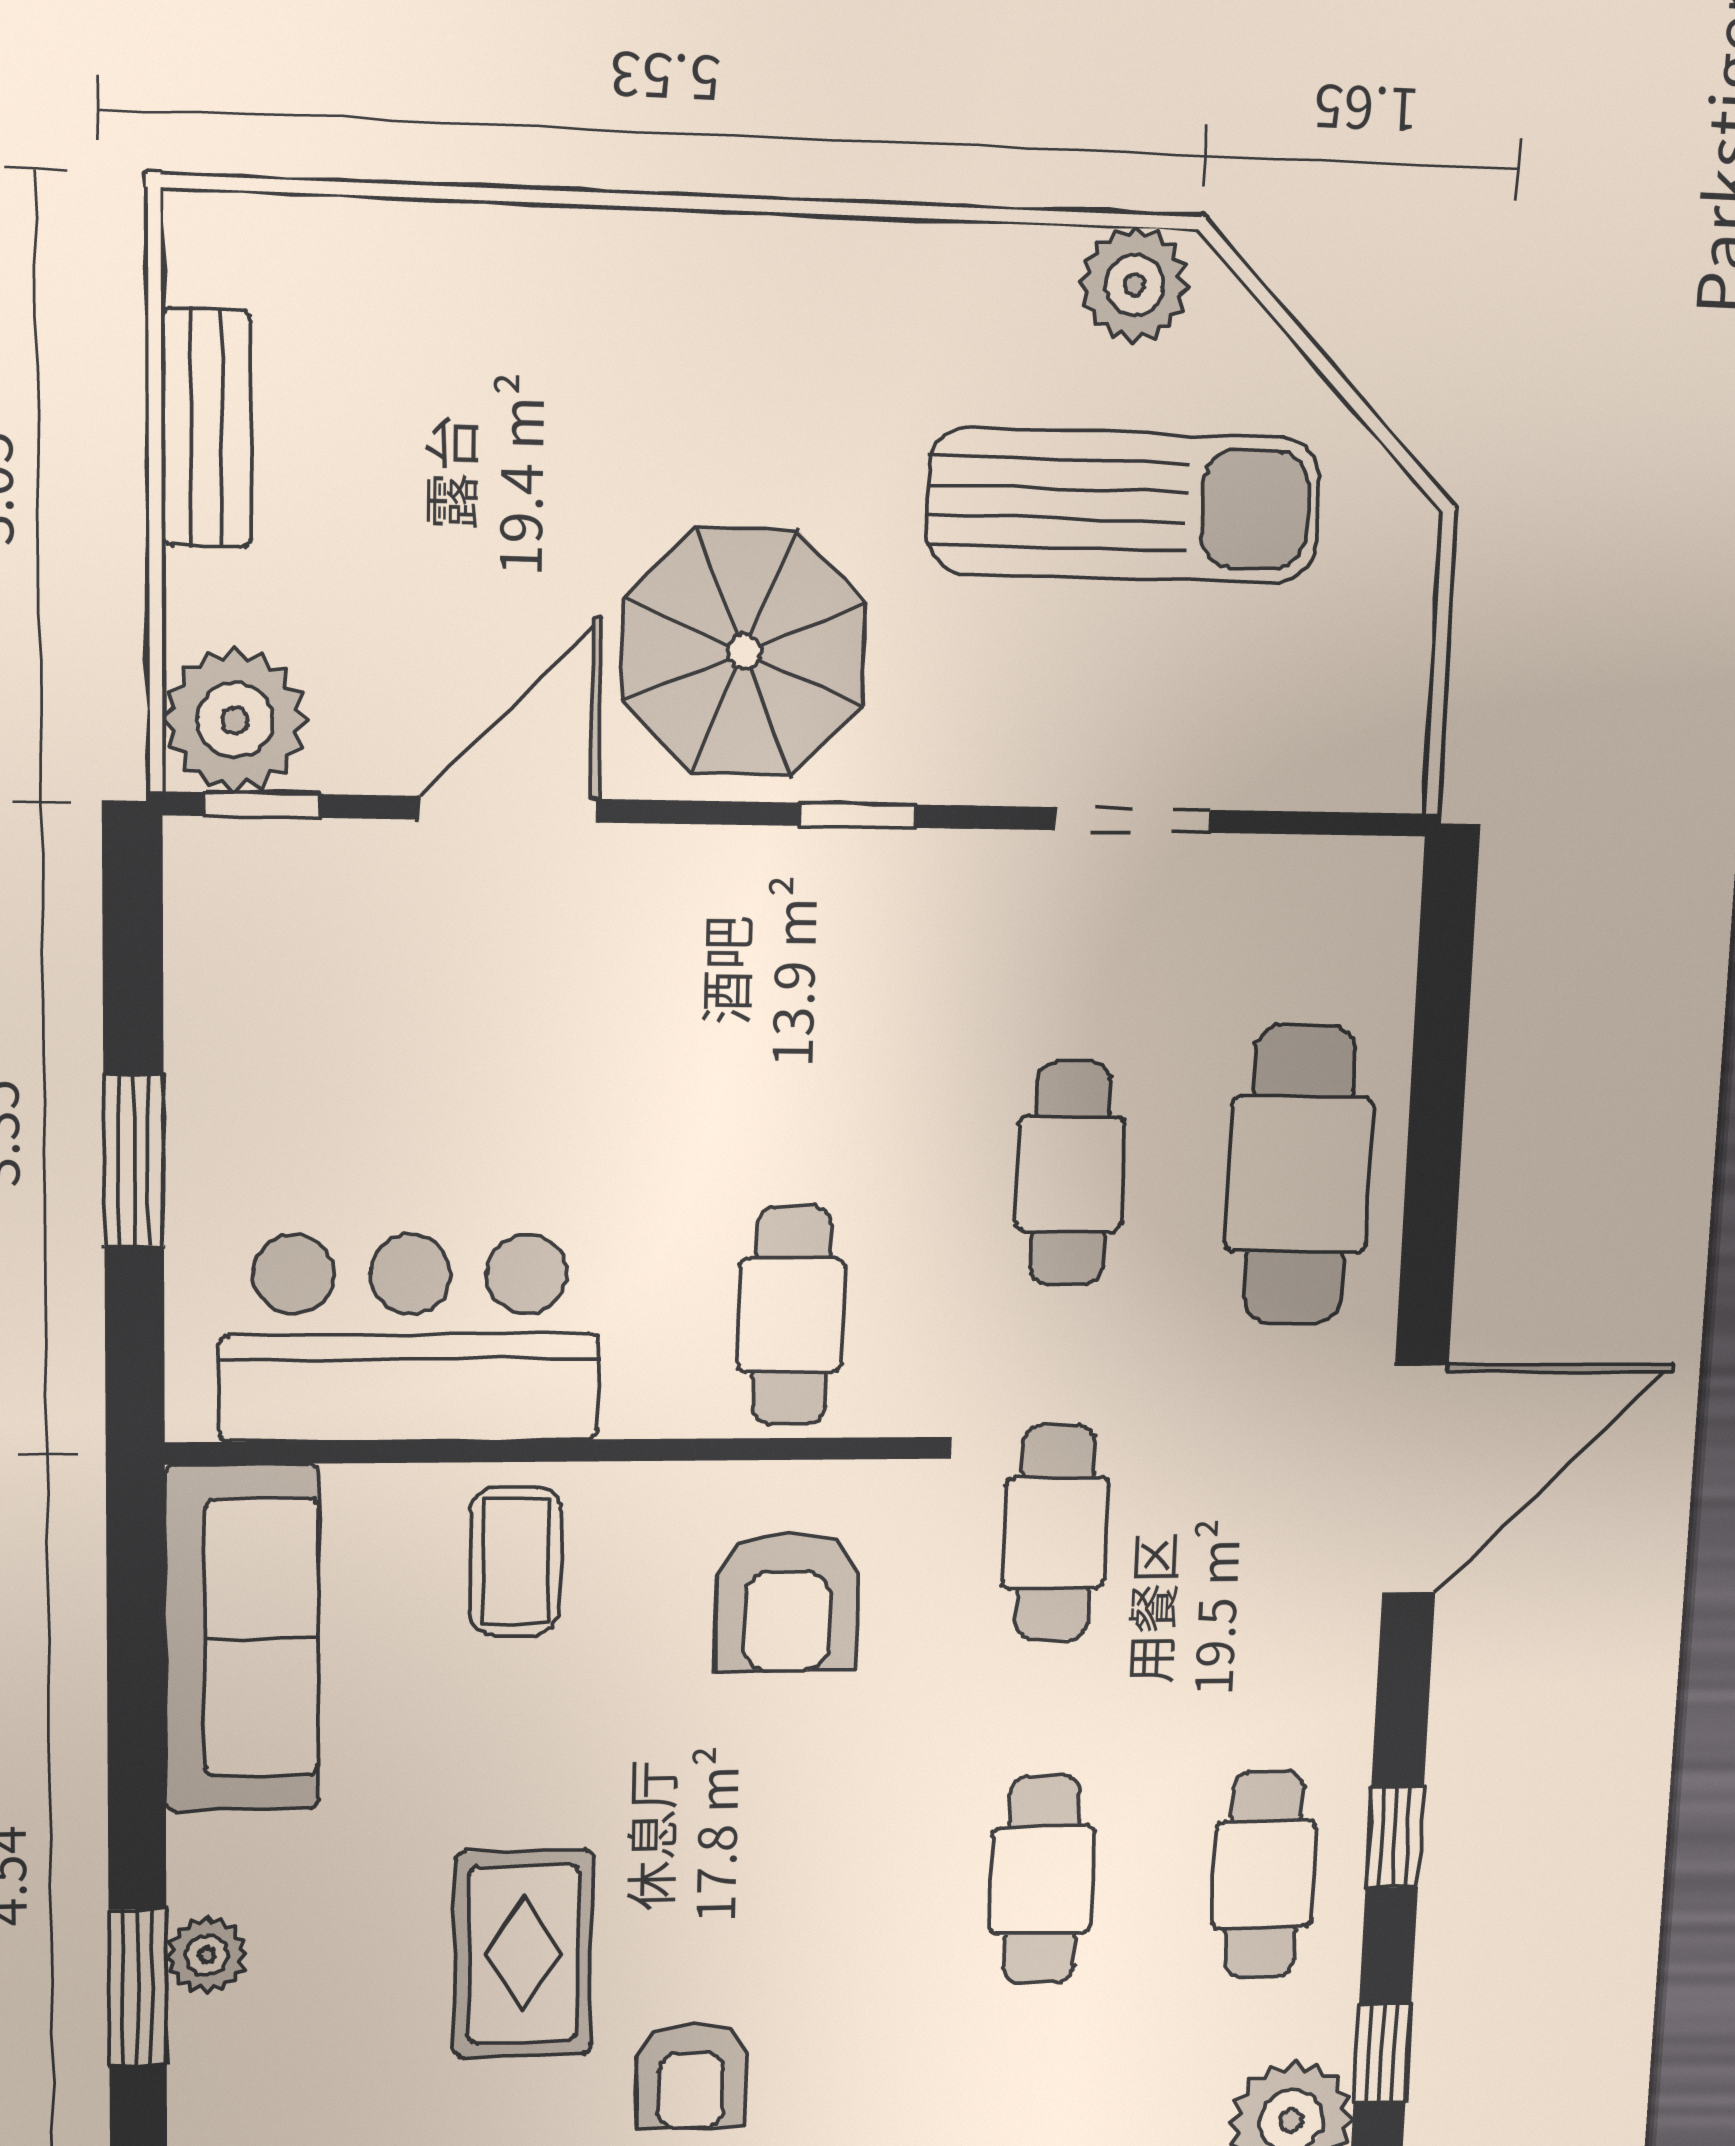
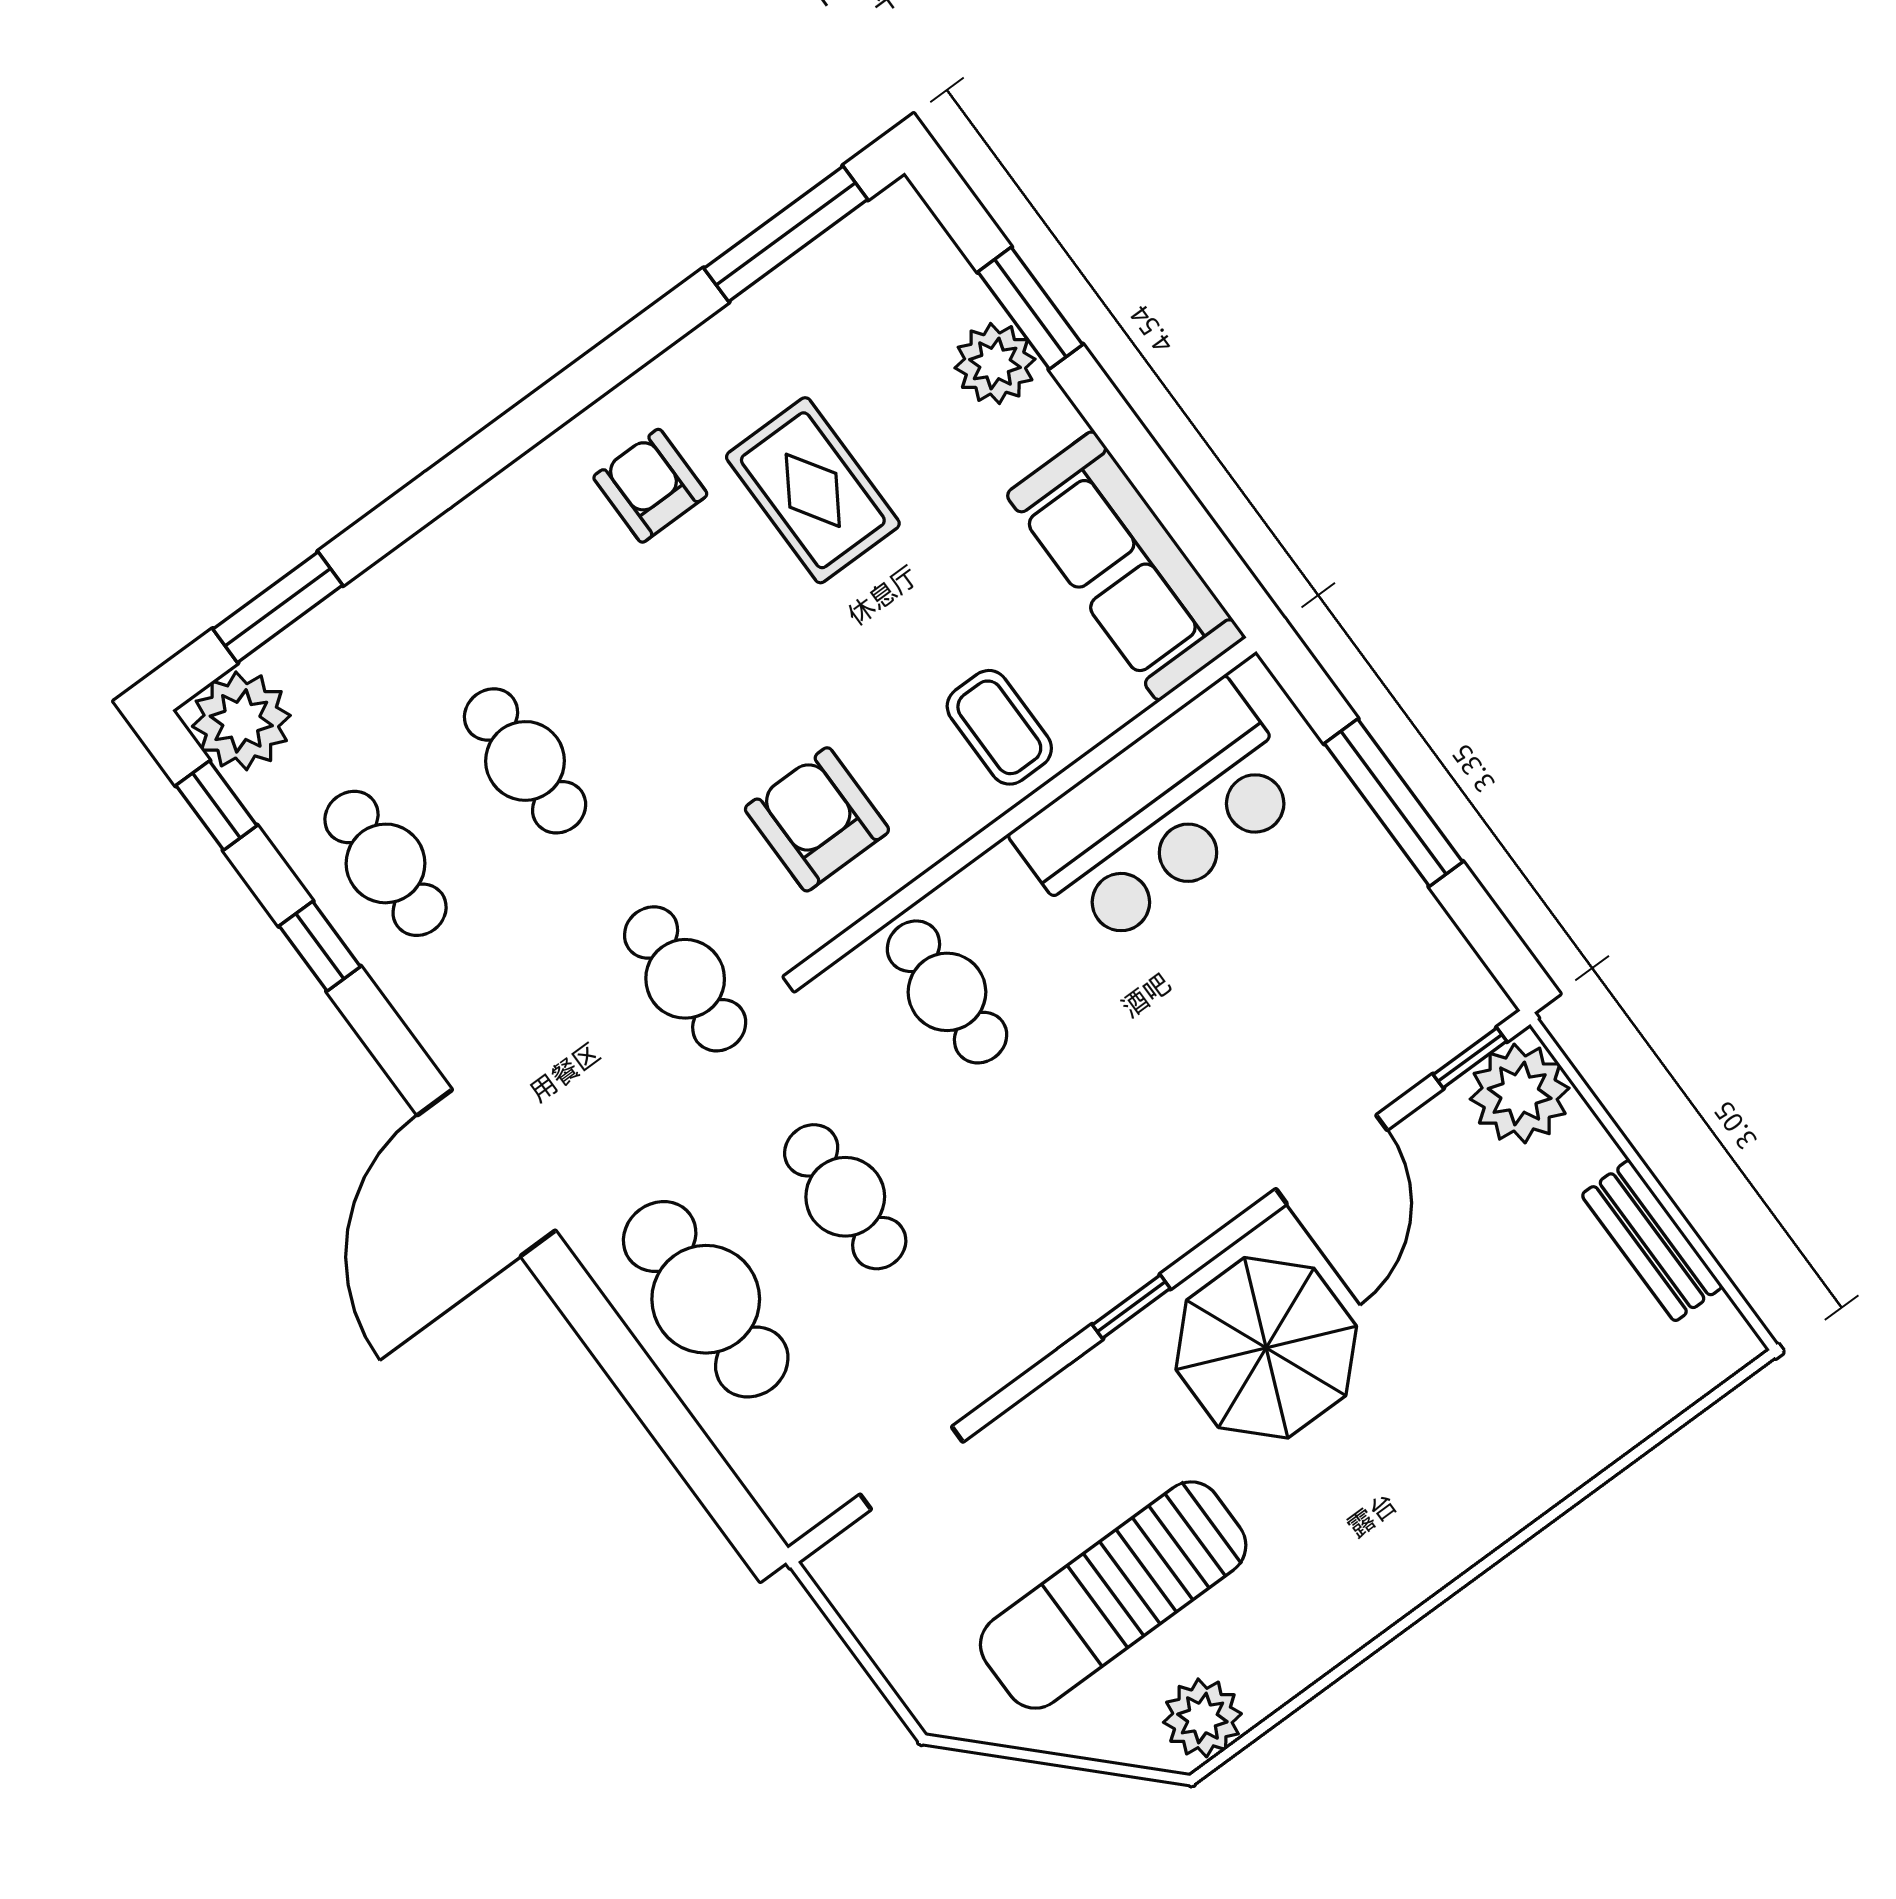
doorway: (1133, 820) -> (912, 1468), moved
window: (134, 1161) -> (1394, 803), width x1.44
plant: (207, 1955) -> (995, 364), width x1.38, depth x1.38

